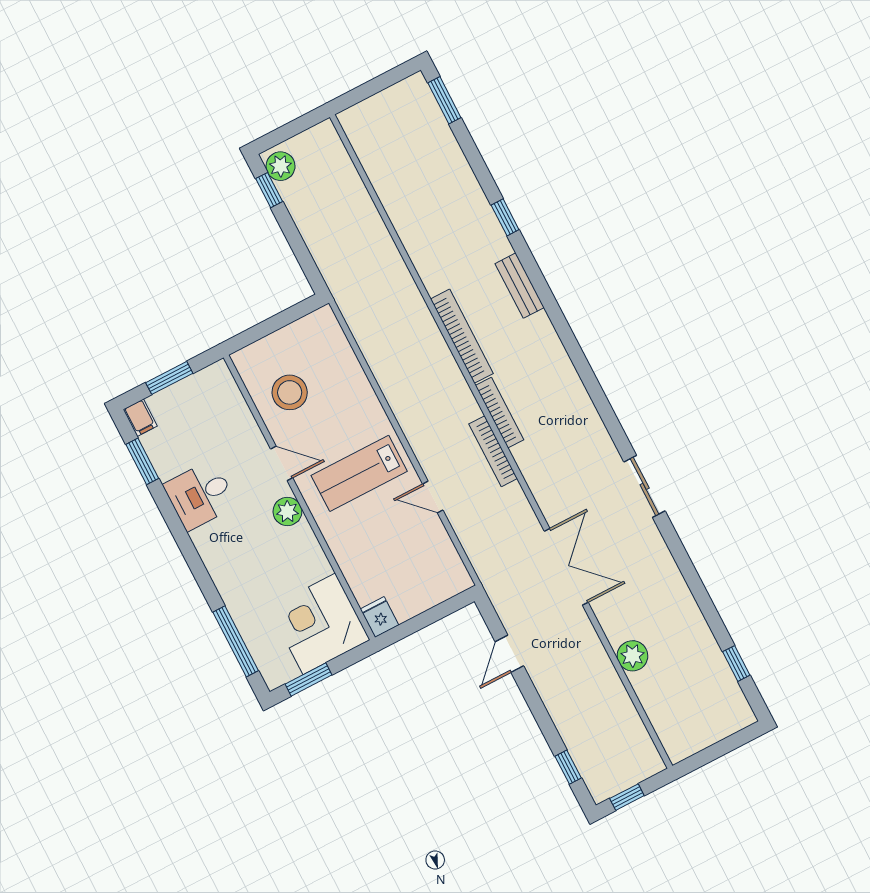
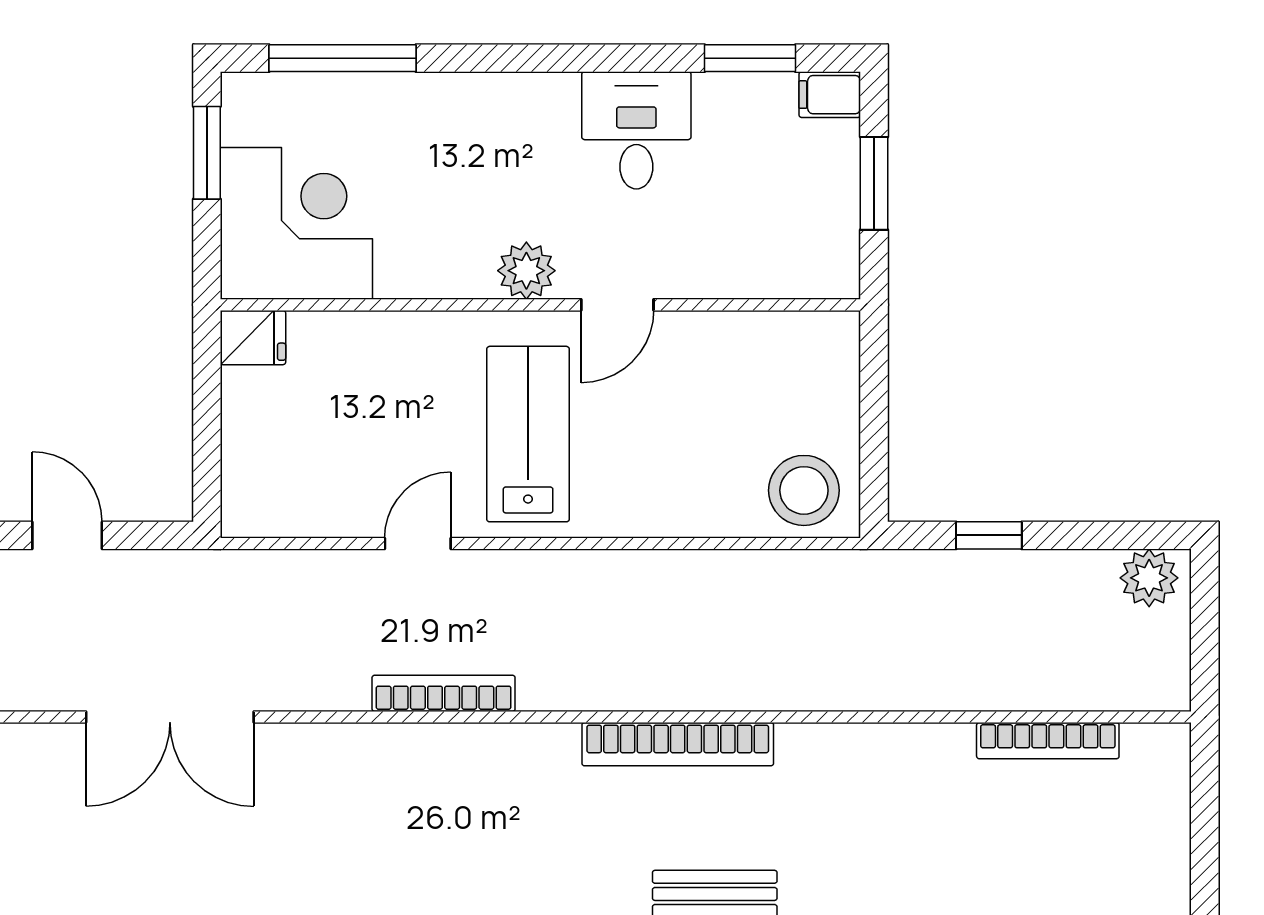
window: (269, 190) -> (989, 535), moved
stool: (290, 392) -> (804, 490), moved
bookcase: (500, 413) -> (1048, 741), moved

